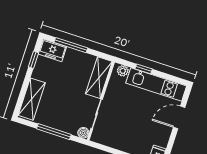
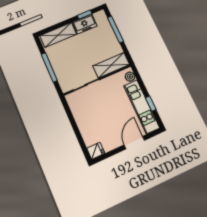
freezer: (52, 50) -> (85, 24), moved, turned -90
window: (144, 69) -> (151, 104), moved
door: (179, 117) -> (134, 143), hinge flipped
boiler: (83, 133) -> (66, 87), removed

